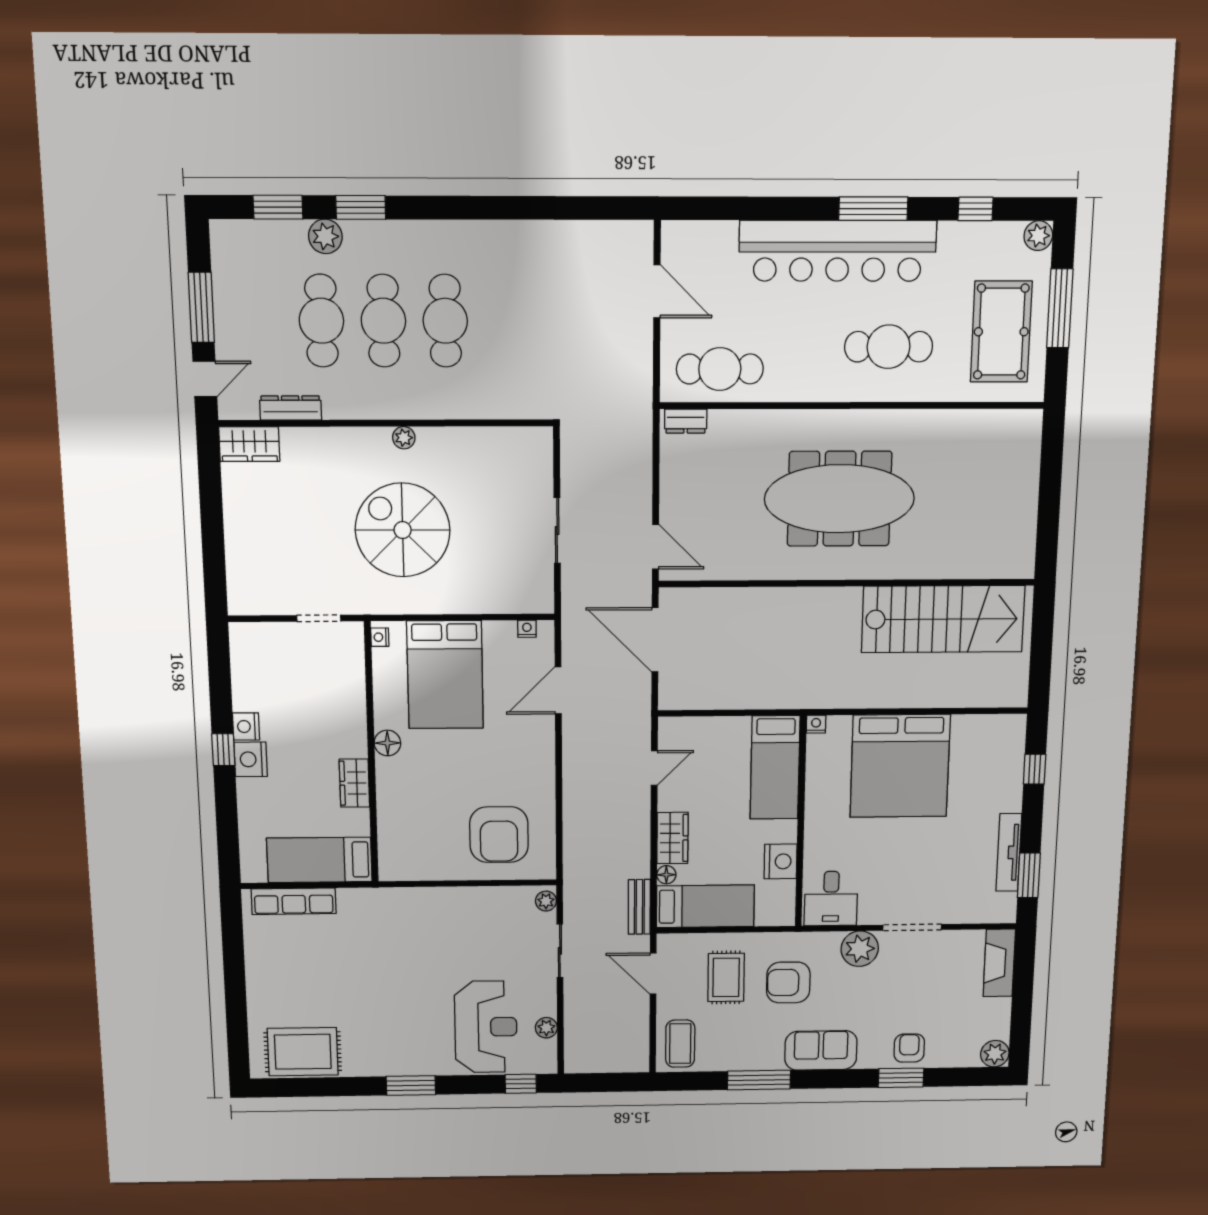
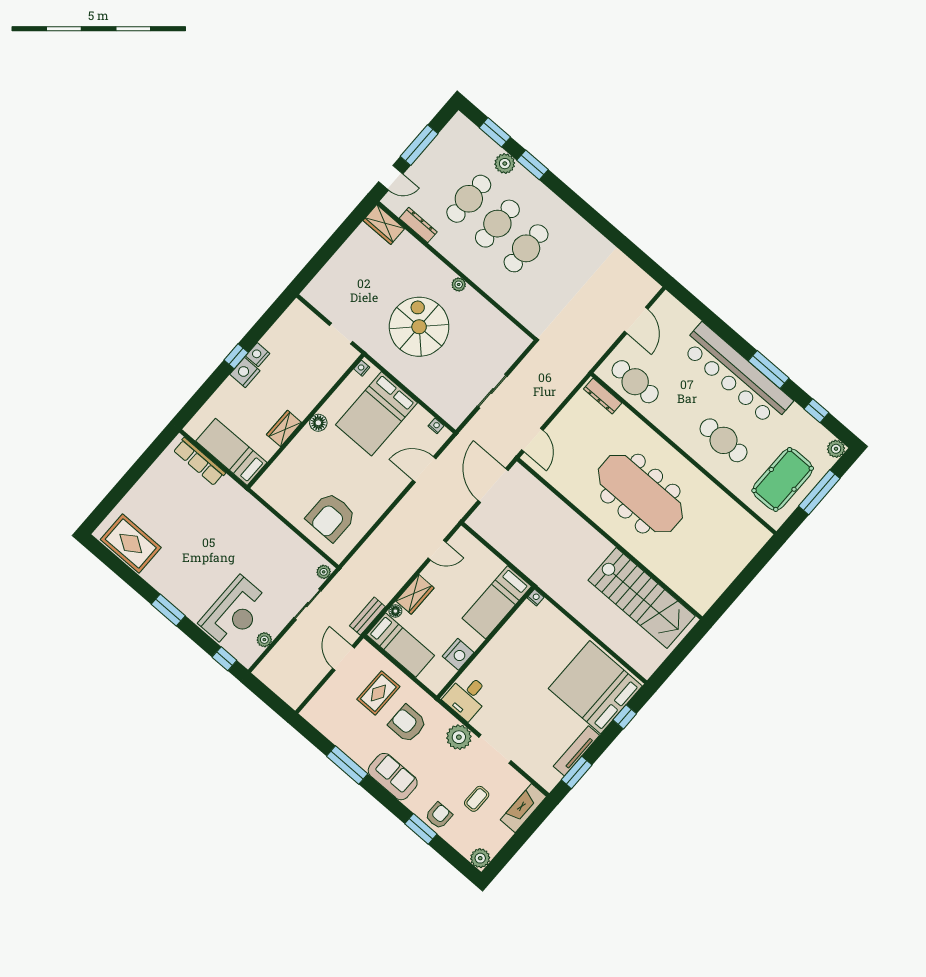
dresser: (686, 421) -> (603, 396), width x1.44
bed: (900, 766) -> (595, 687), moved, turned 90
coffee table: (680, 1044) -> (477, 799), moved, width x0.73, depth x0.77

